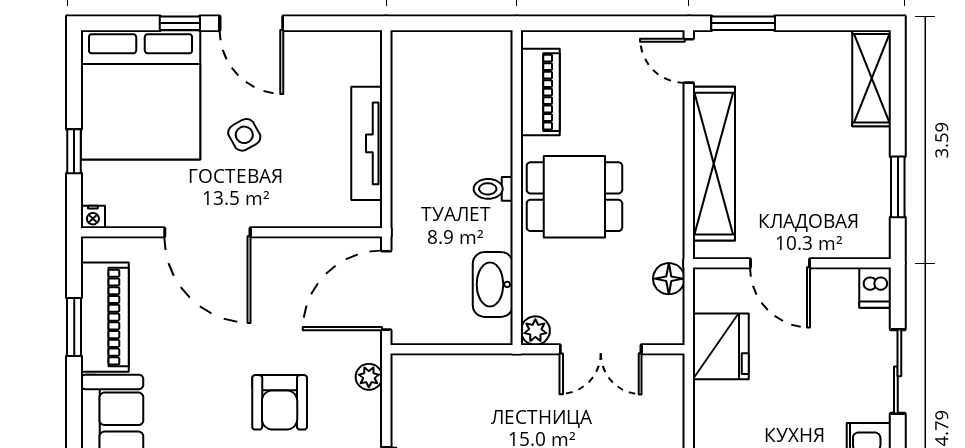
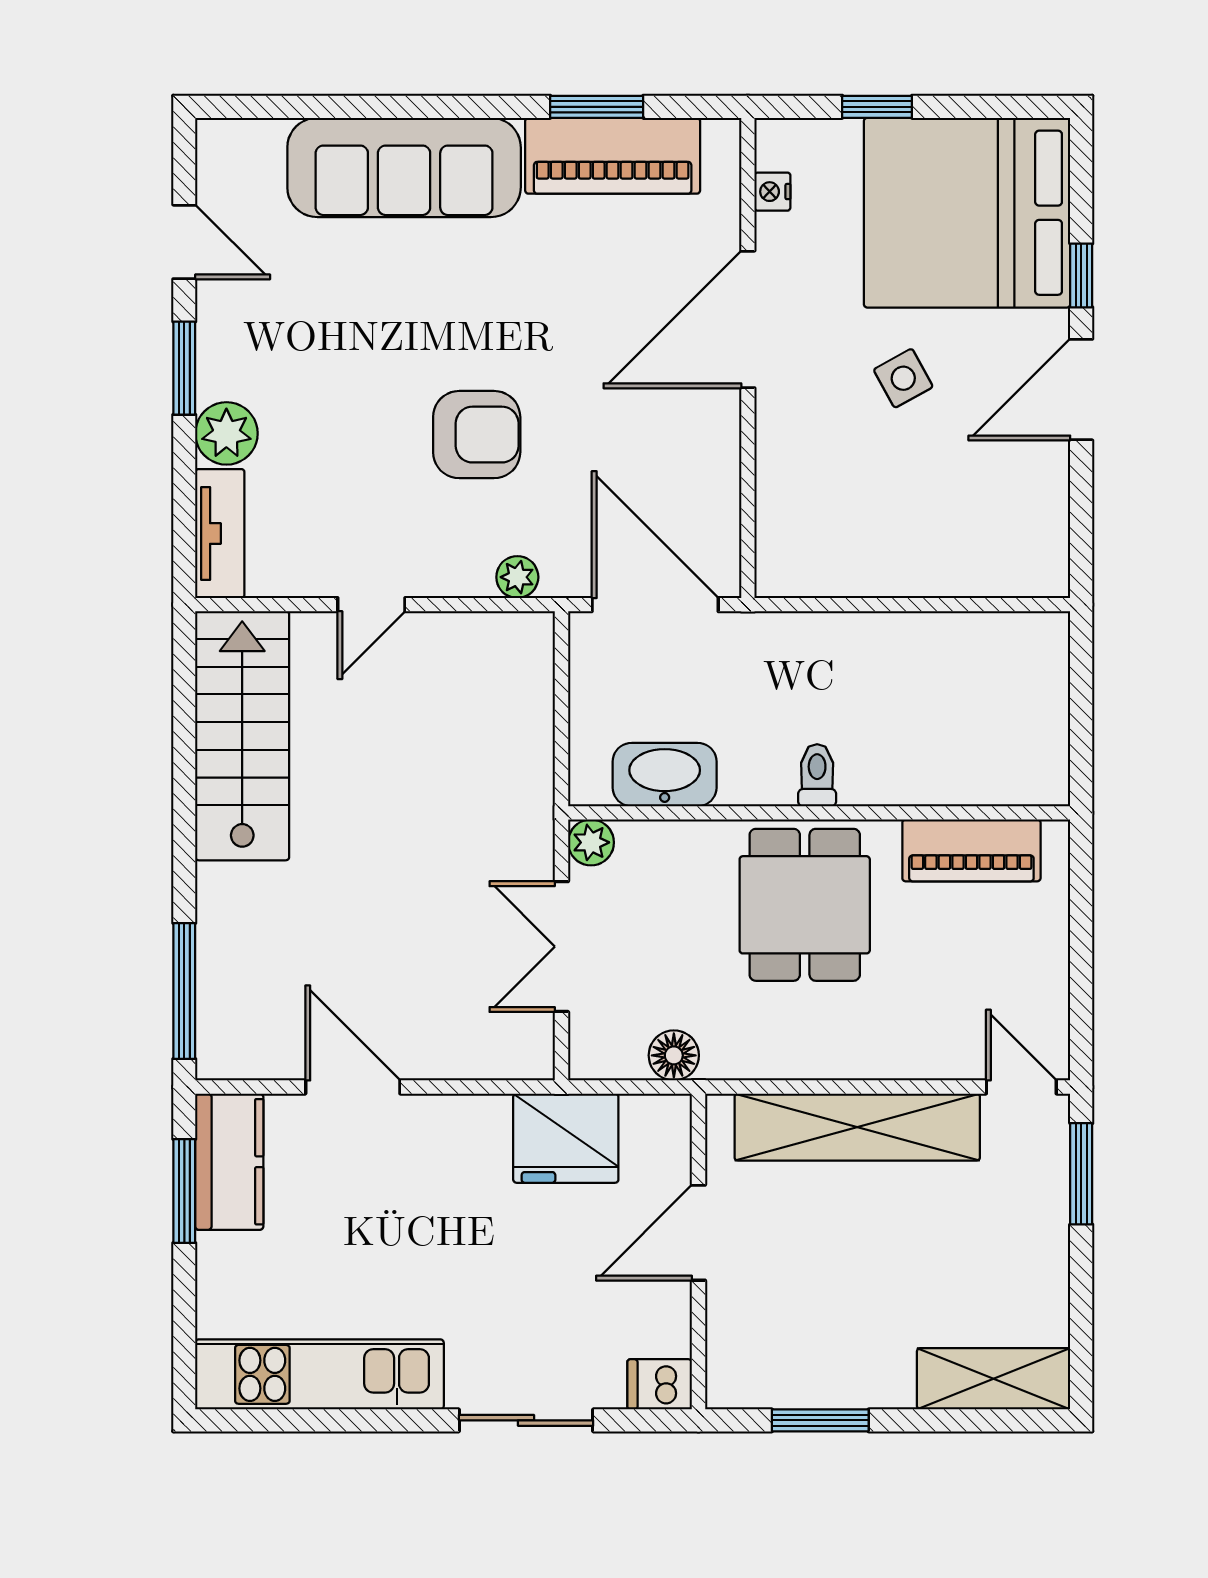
door: (689, 61) -> (1021, 1087), hinge flipped
tv unit: (367, 143) -> (890, 573), removed
nightstand: (93, 217) -> (772, 192), moved
armchair: (280, 402) -> (477, 435), turned 180

